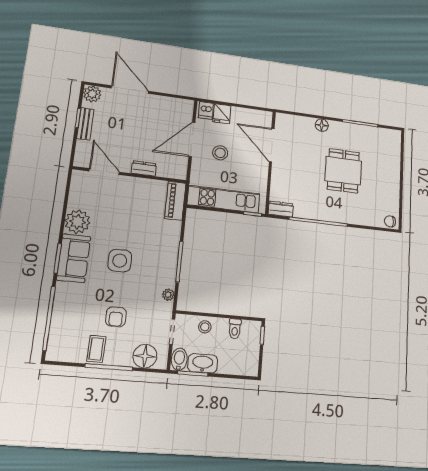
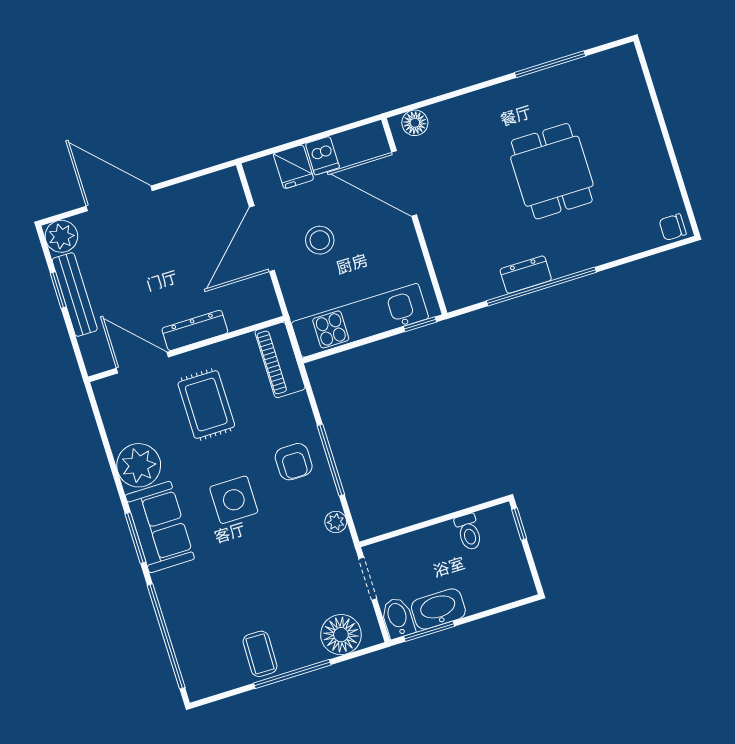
dishwasher: (206, 110) -> (322, 156), moved
bench: (85, 124) -> (75, 295), width x1.36
floor lamp: (322, 125) -> (415, 123), moved
dresser: (144, 168) -> (195, 330), width x1.44
rug: (128, 206) -> (206, 405), added
dresser: (281, 209) -> (526, 275), moved
armchair: (116, 317) -> (294, 462), moved
stool: (205, 327) -> (418, 549), removed

